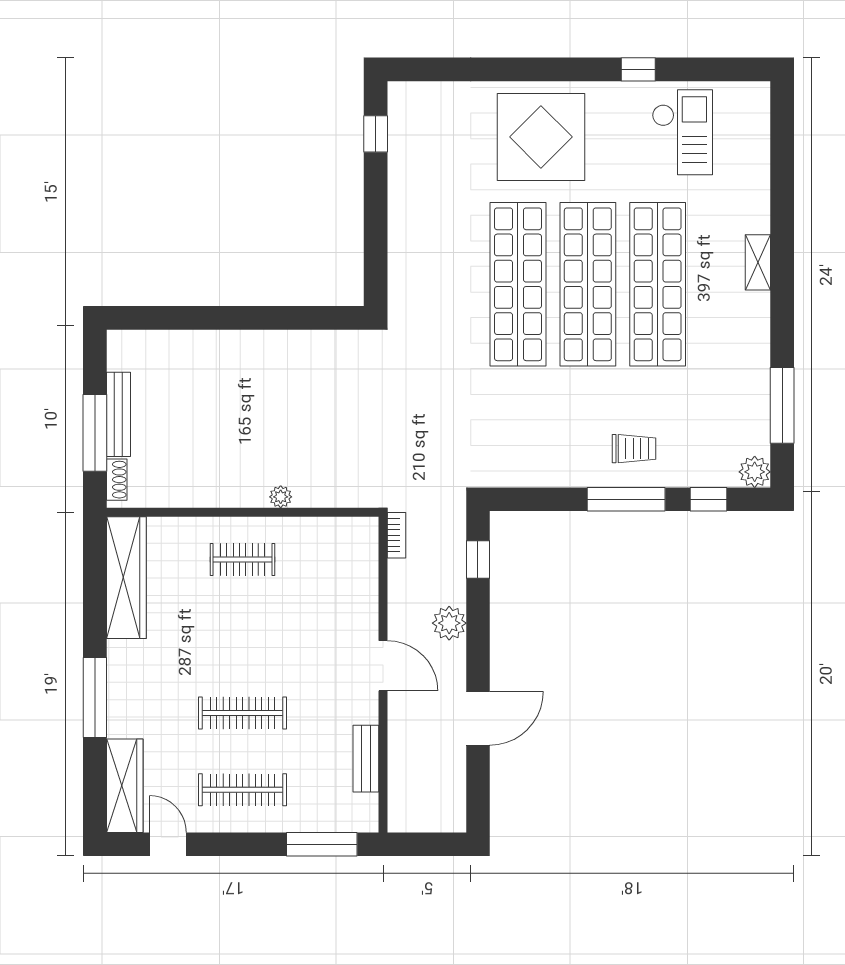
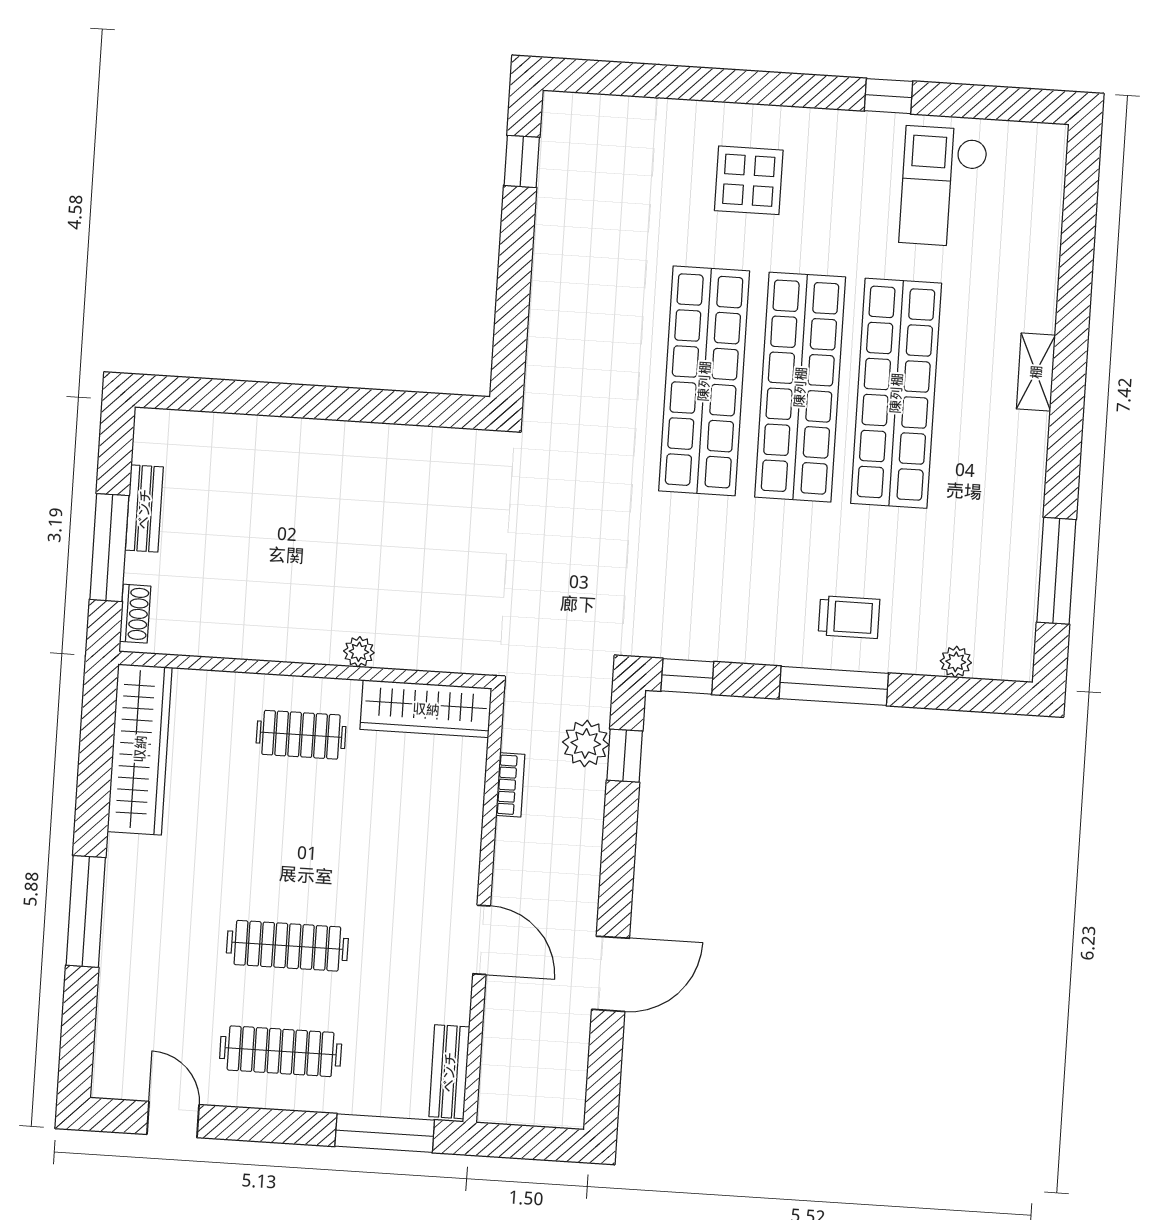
checkout: (682, 132) -> (944, 187), turned 180
display table: (541, 137) -> (749, 180), width x0.54, depth x0.54
bench: (118, 414) -> (144, 509), width x0.73
plant: (755, 472) -> (956, 662), moved, width x0.73, depth x0.73
window: (708, 499) -> (687, 676), moved
bookcase: (396, 535) -> (510, 785), moved
plant: (449, 623) -> (586, 743), moved
door: (383, 666) -> (482, 940), moved
bench: (366, 759) -> (449, 1072), moved
wardrobe: (125, 786) -> (426, 709), moved, turned 90

